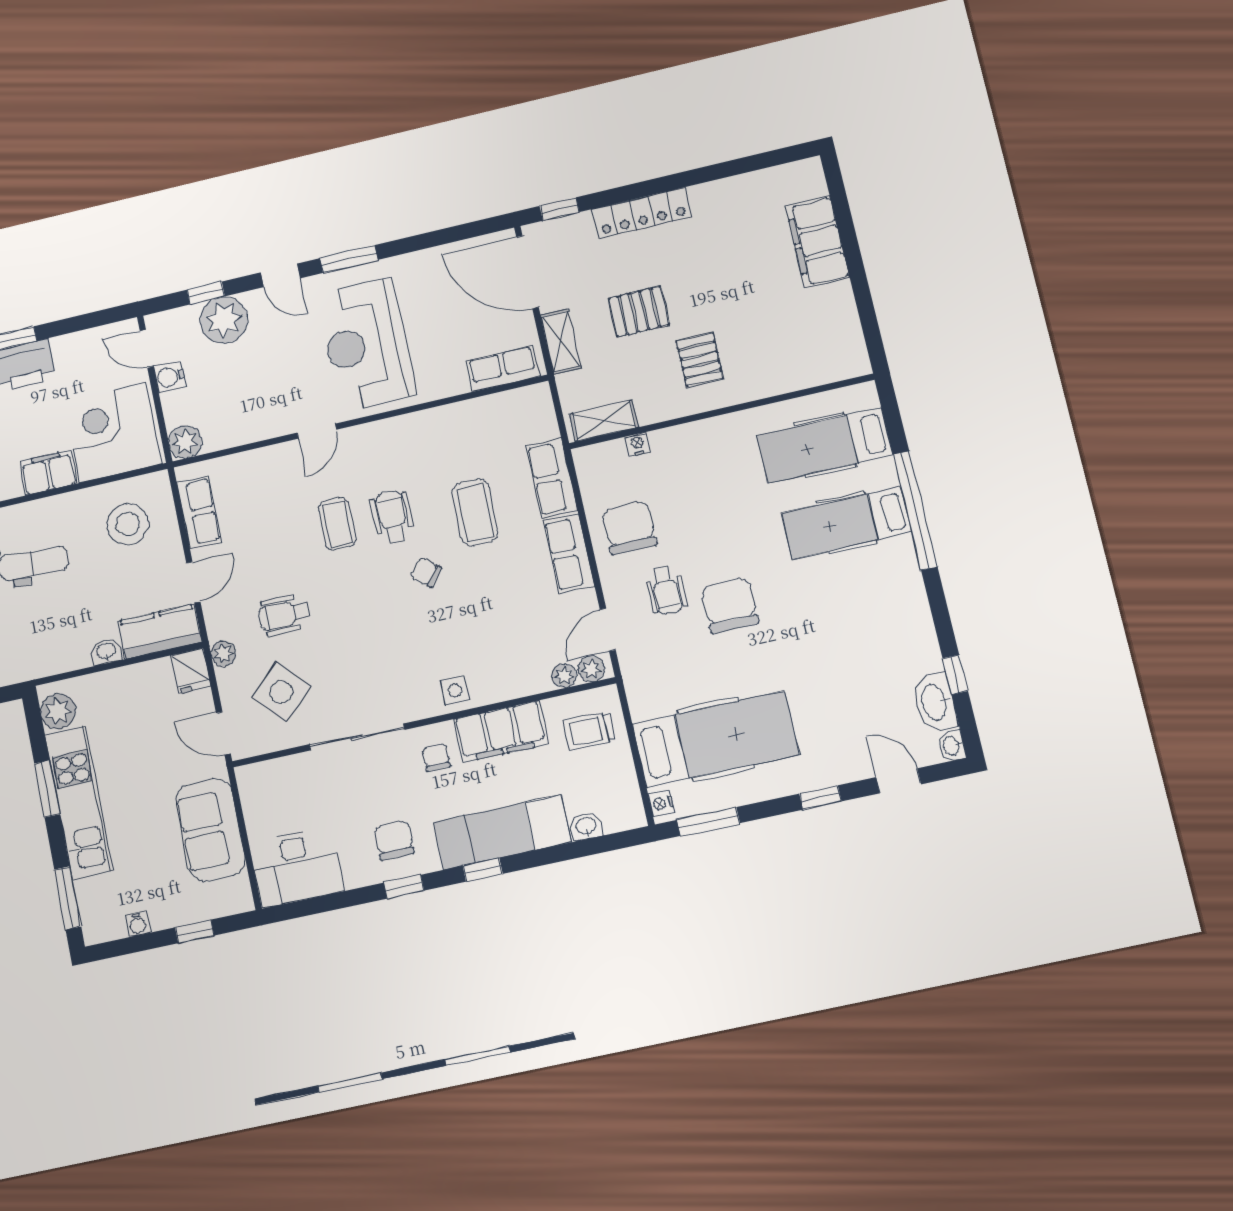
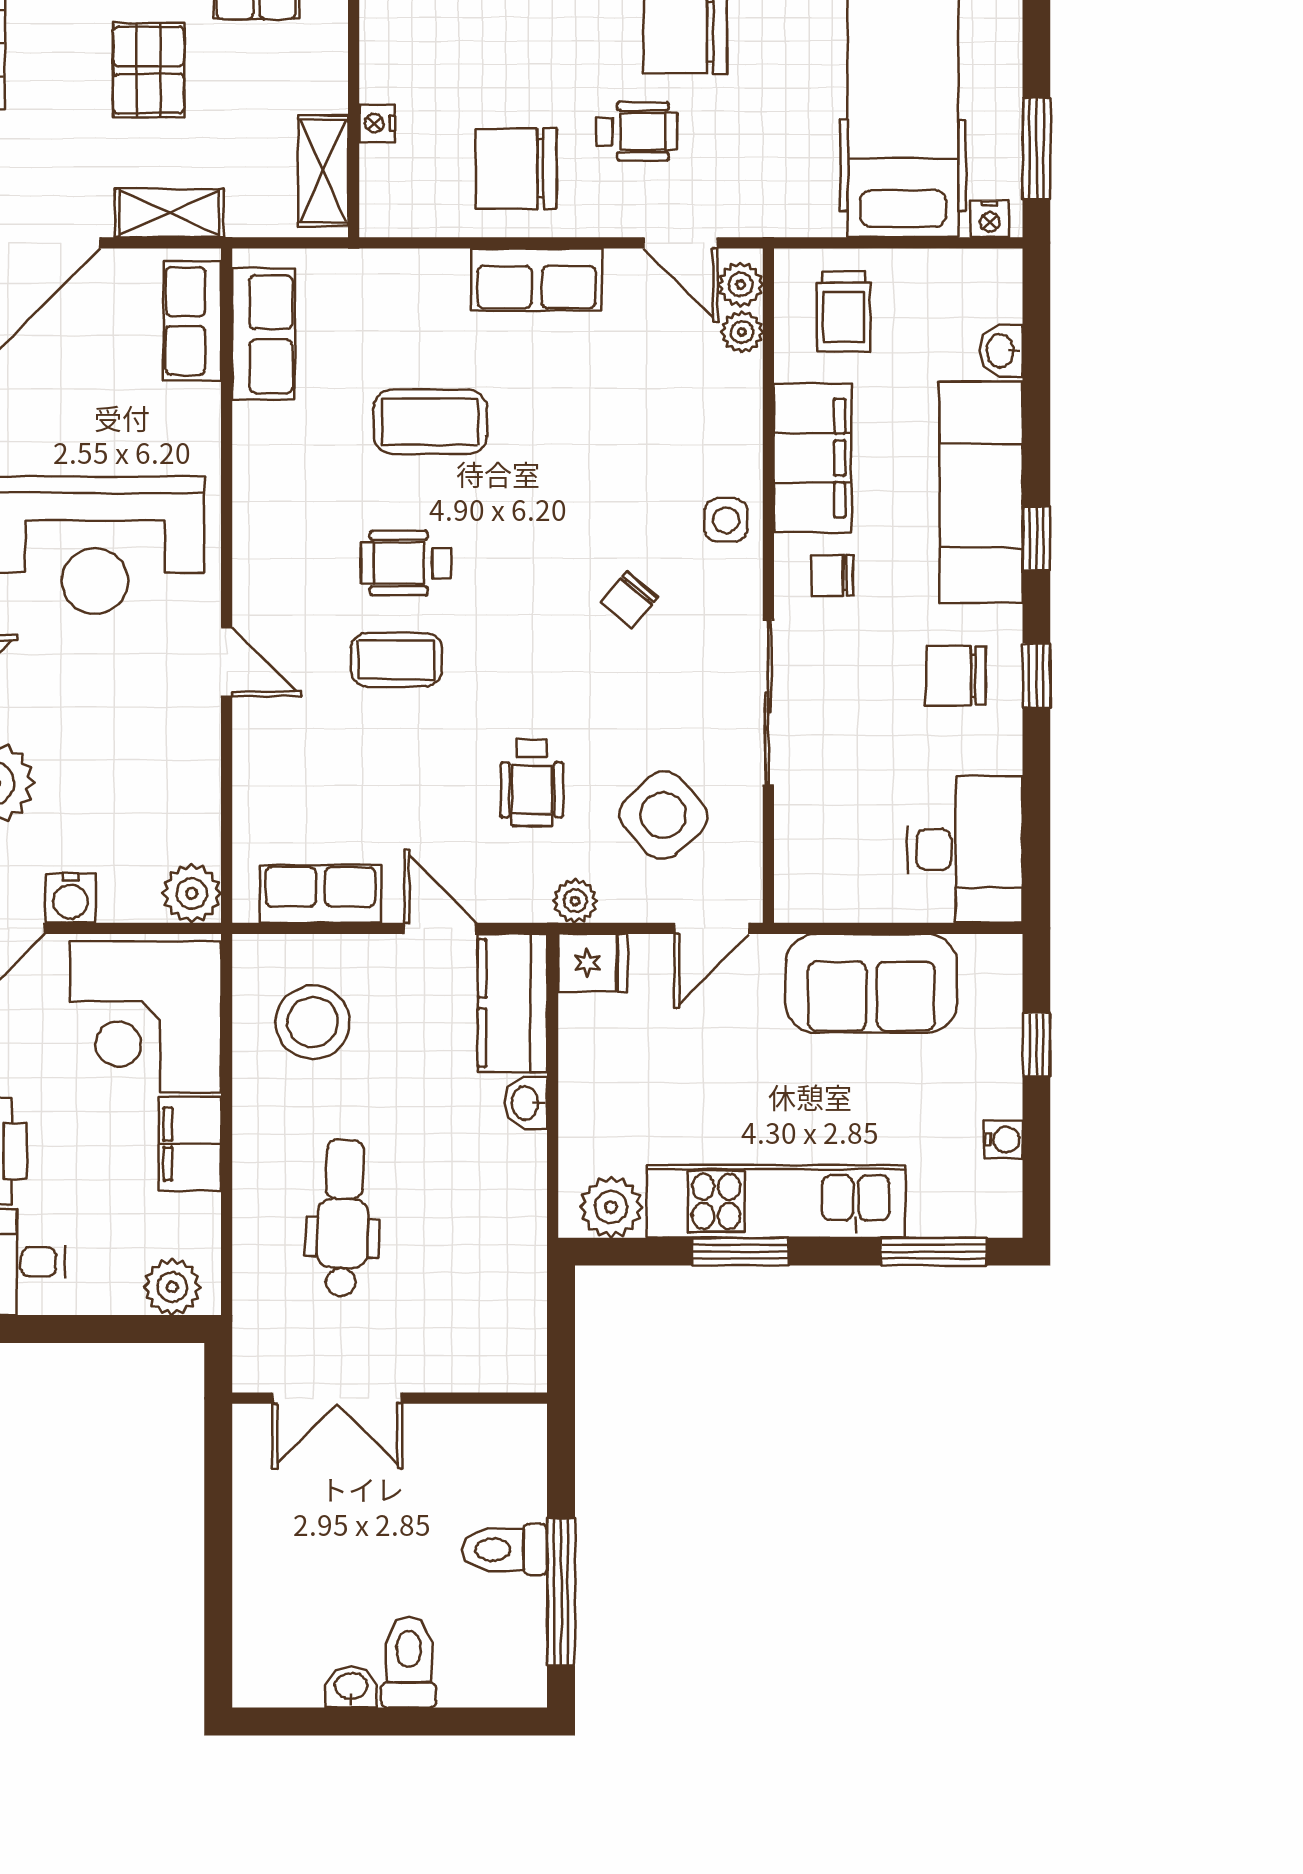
row of seats: (552, 478) -> (263, 334), moved, turned -90
chair: (426, 572) -> (629, 600), moved

